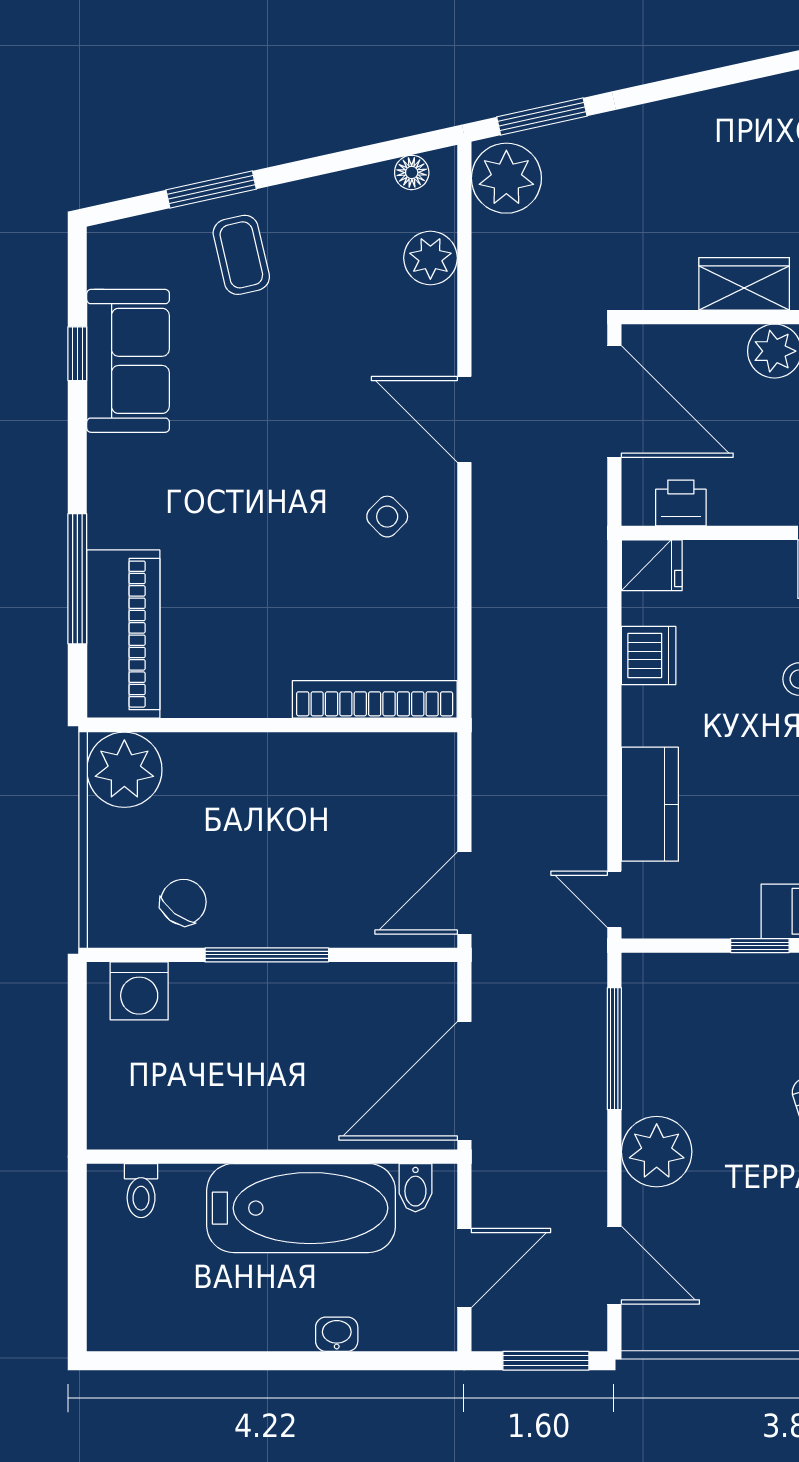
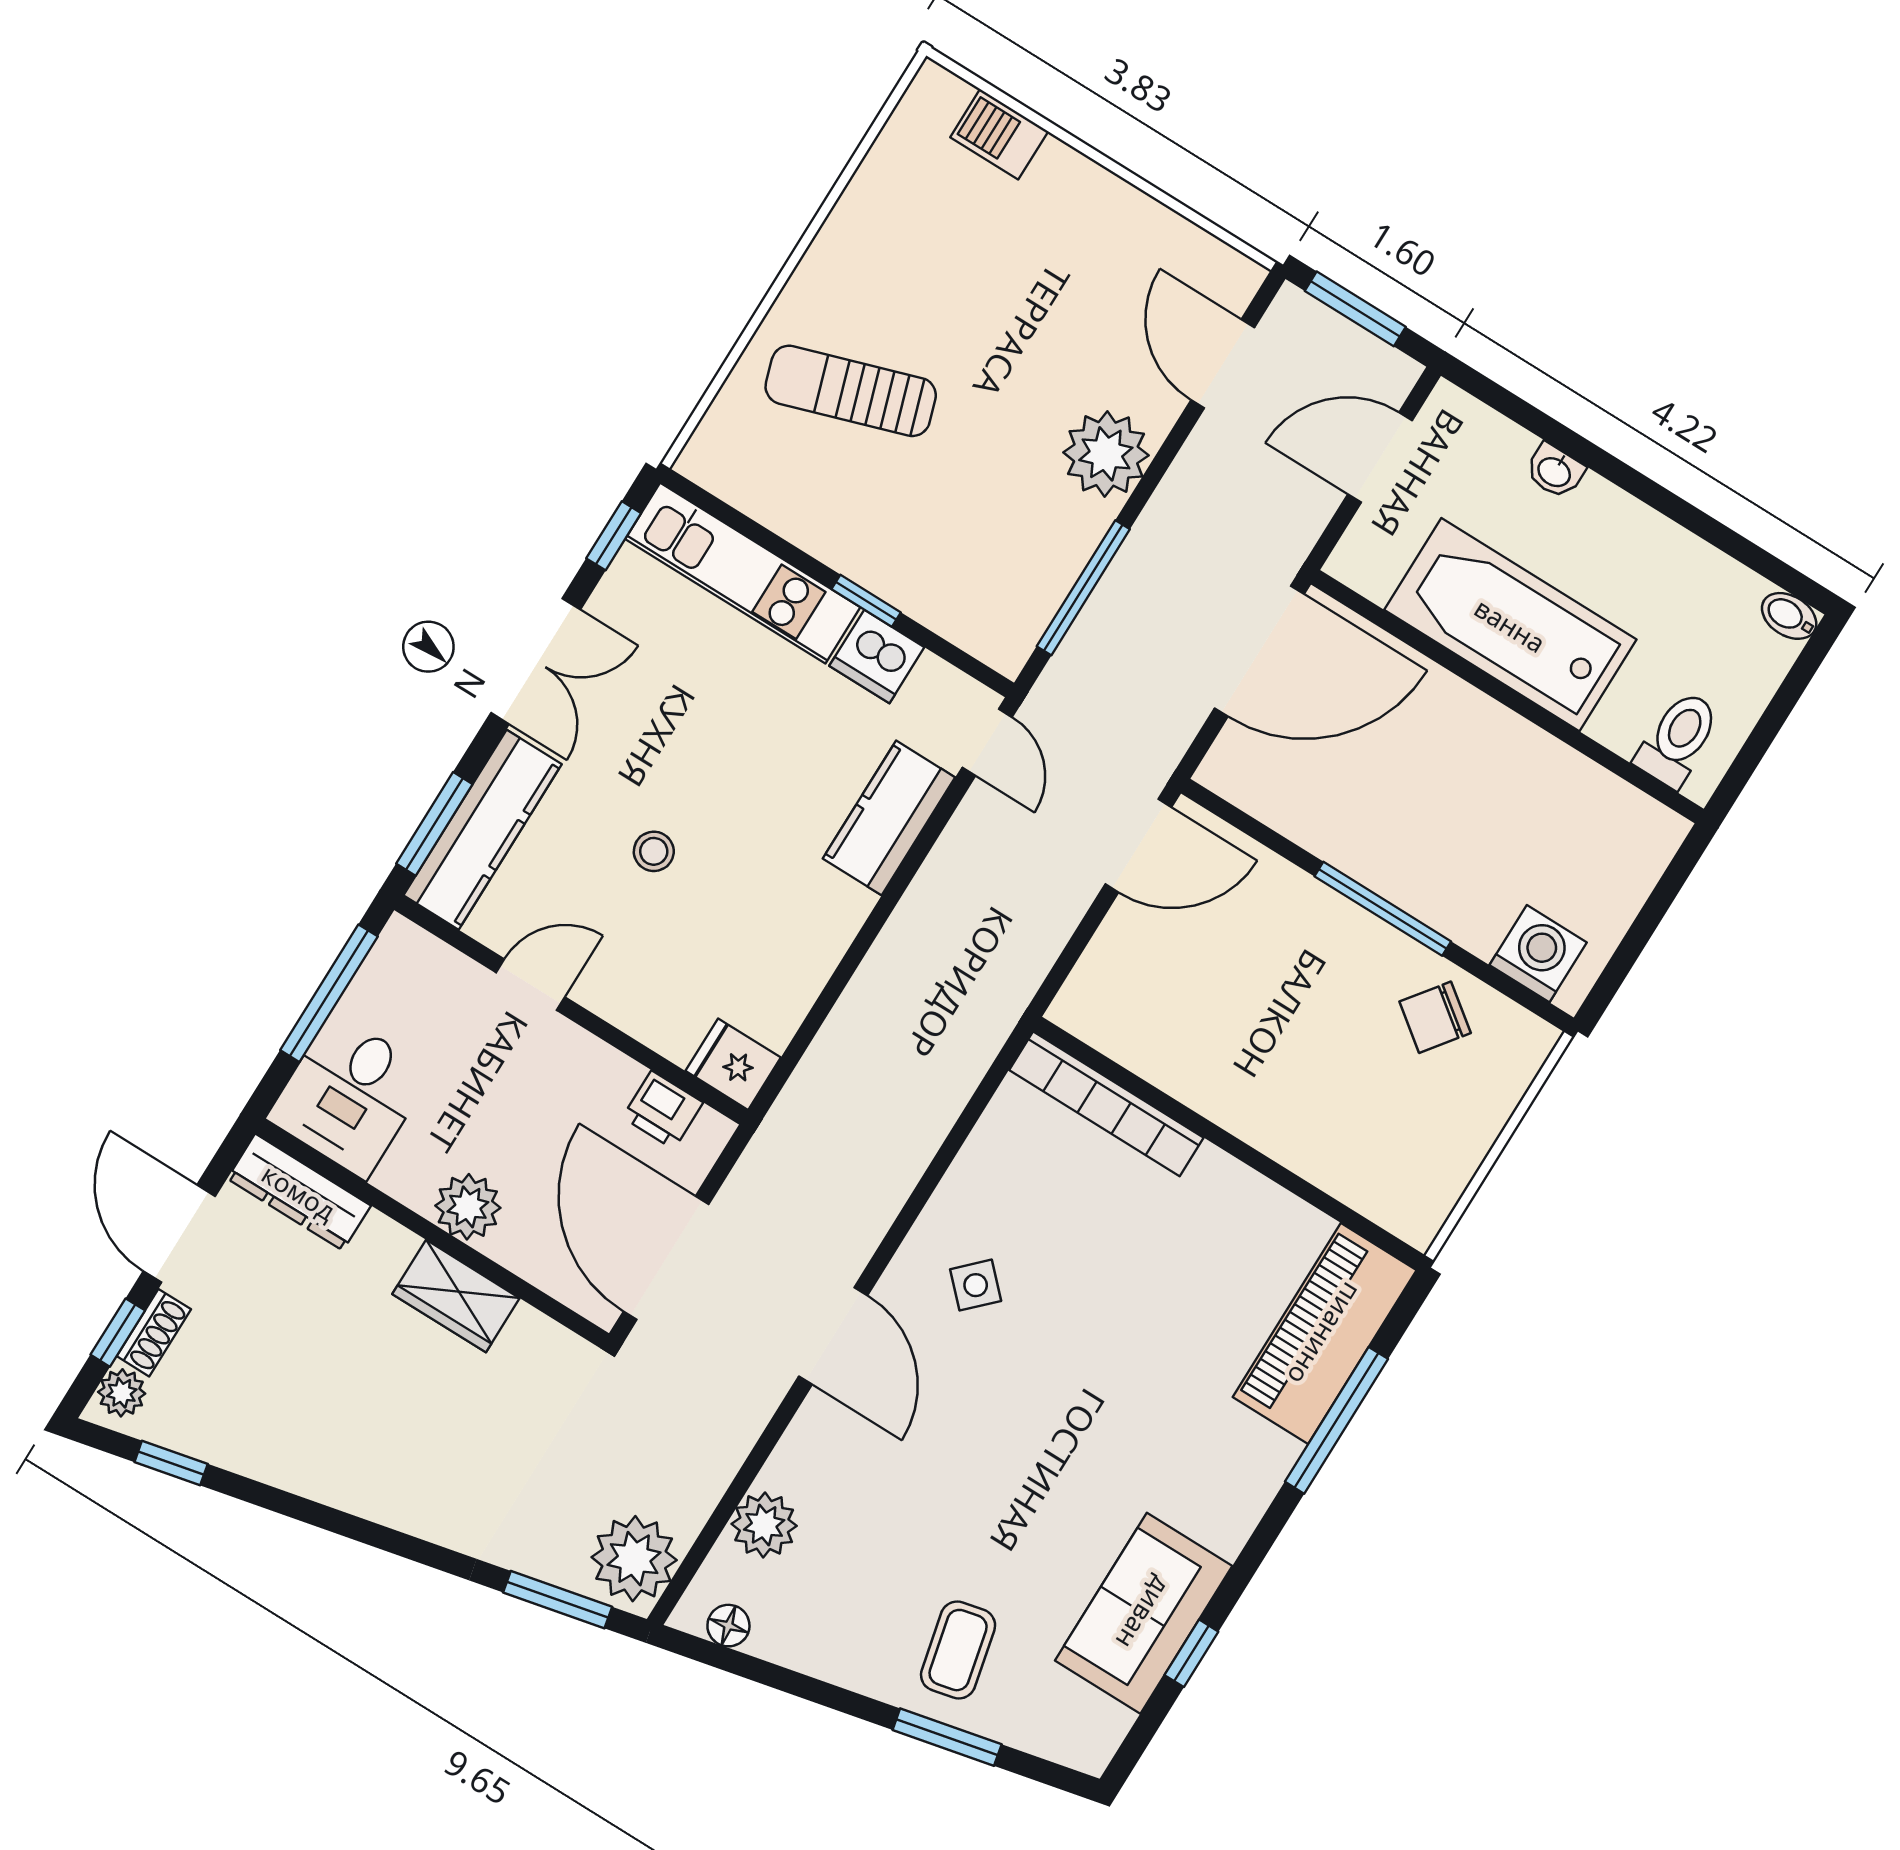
dishwasher: (649, 656) -> (877, 657), moved, turned -90
plant: (124, 770) -> (1411, 1192), removed
bidet: (415, 1188) -> (1789, 616), moved, turned -90
toilet: (141, 1191) -> (1678, 739), width x1.37, depth x1.39

